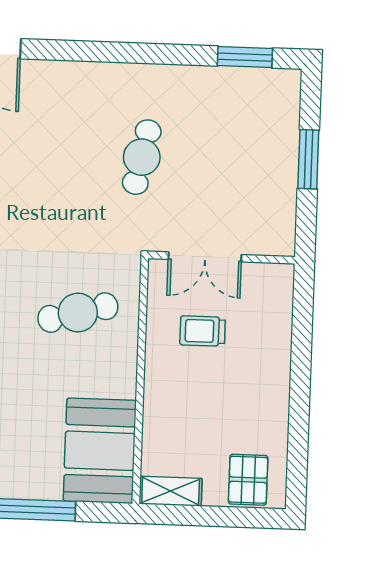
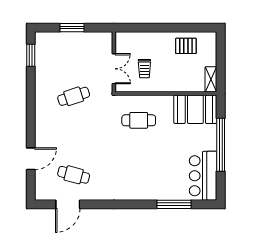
cafe table: (142, 157) -> (74, 96), turned -30
cafe table: (78, 313) -> (139, 120), turned -75
pallet: (248, 480) -> (186, 46), moved

